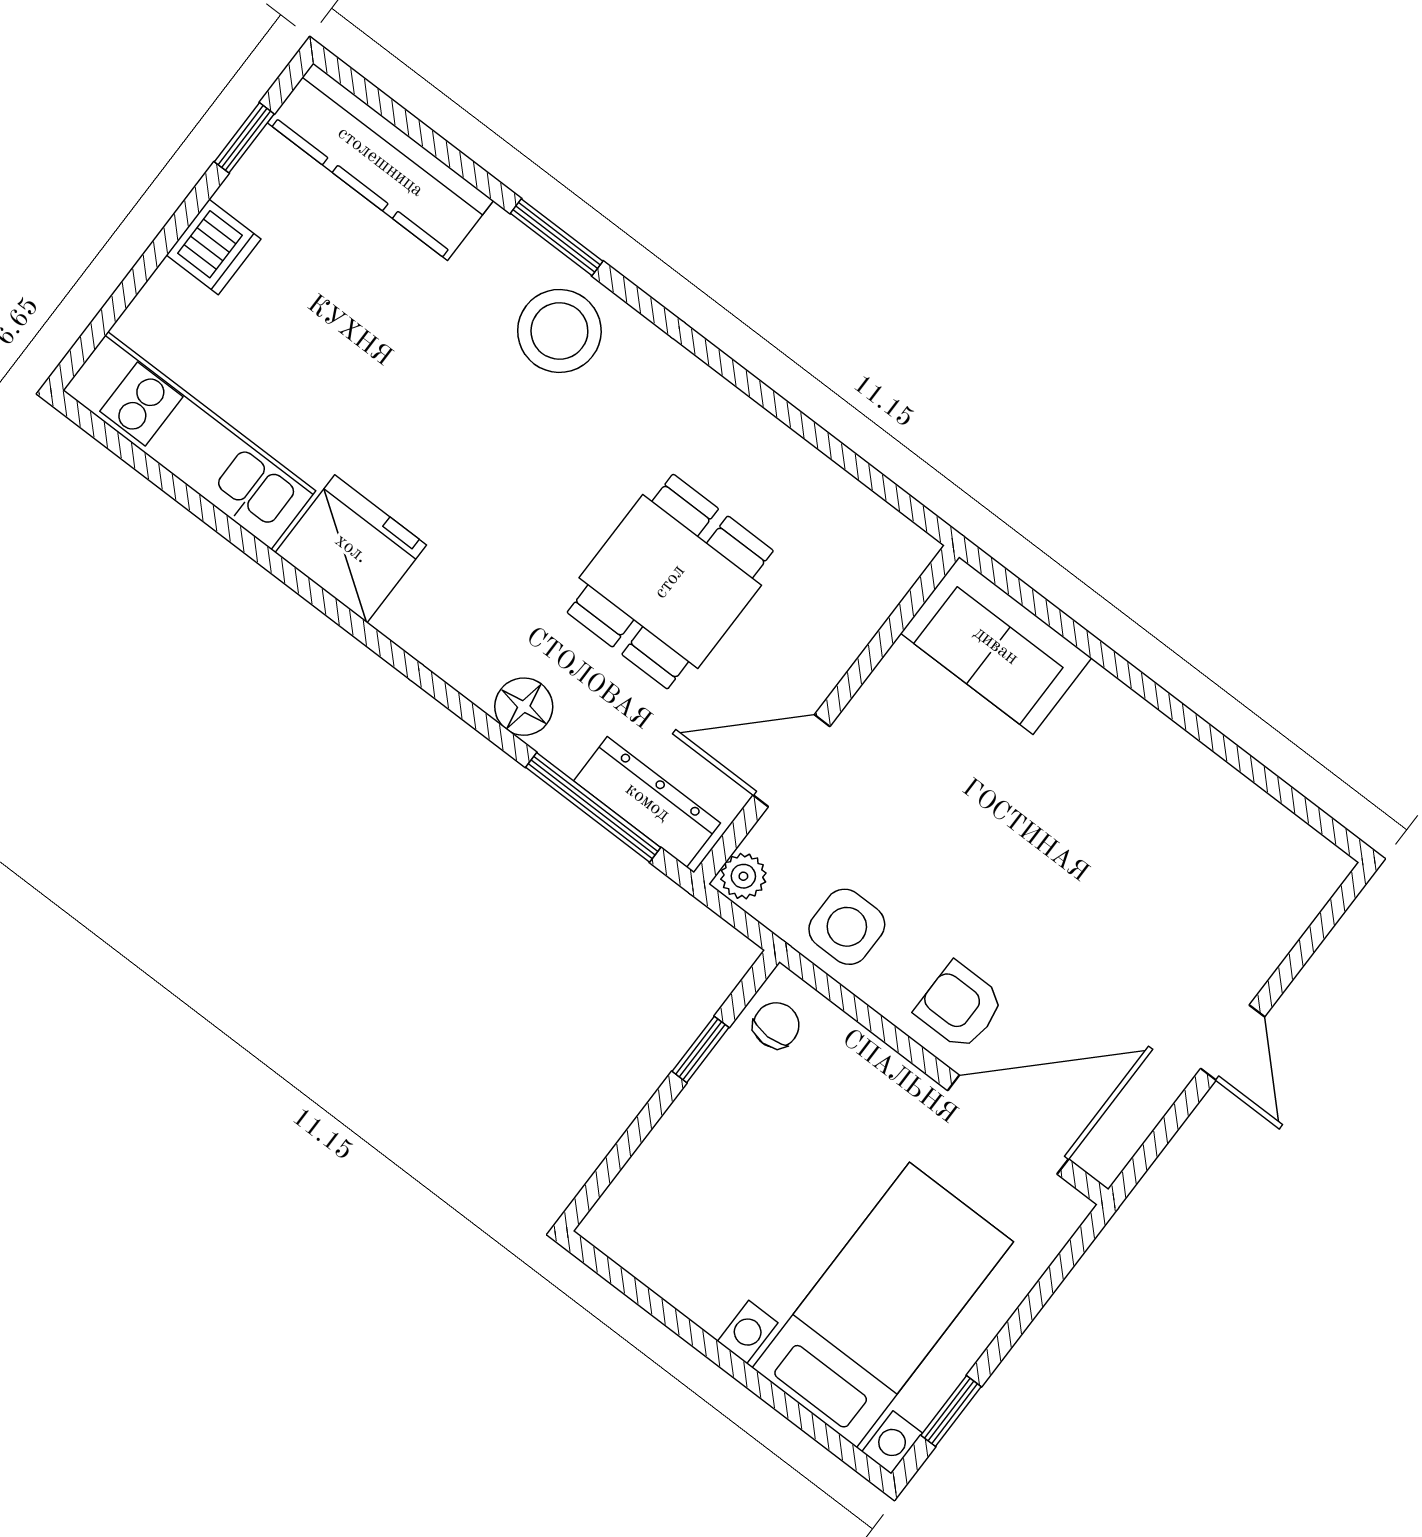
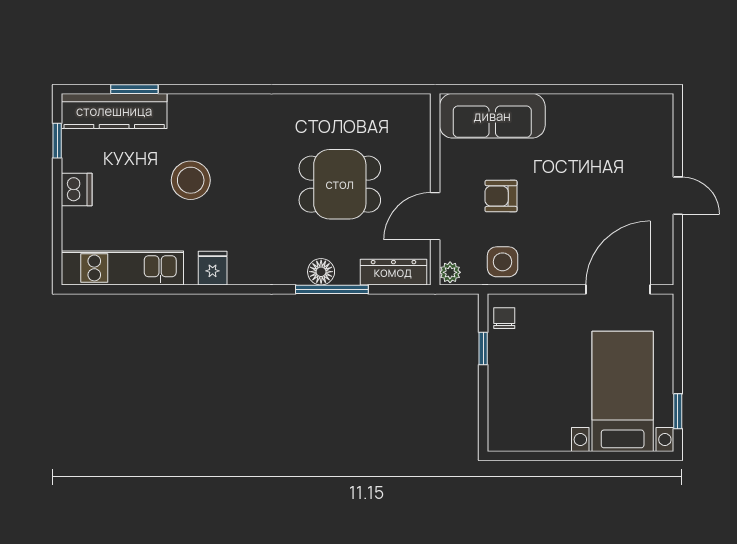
window: (557, 237) -> (134, 89), moved
stool: (559, 331) -> (191, 180), moved
fridge: (351, 549) -> (213, 268), width x0.53, depth x0.75
dining table: (670, 582) -> (340, 184), turned 90
sofa: (996, 646) -> (492, 116), width x1.36
window: (593, 807) -> (332, 289), moved
armchair: (960, 1006) -> (501, 196), moved

